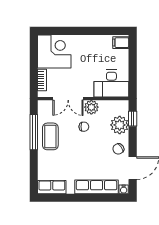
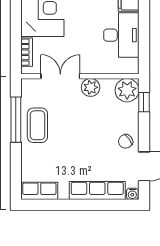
desk: (111, 84) -> (121, 35), moved, turned -90
double door: (68, 99) -> (60, 76), swing flipped
plant: (120, 125) -> (127, 90), moved
chair: (84, 127) -> (81, 113), removed

